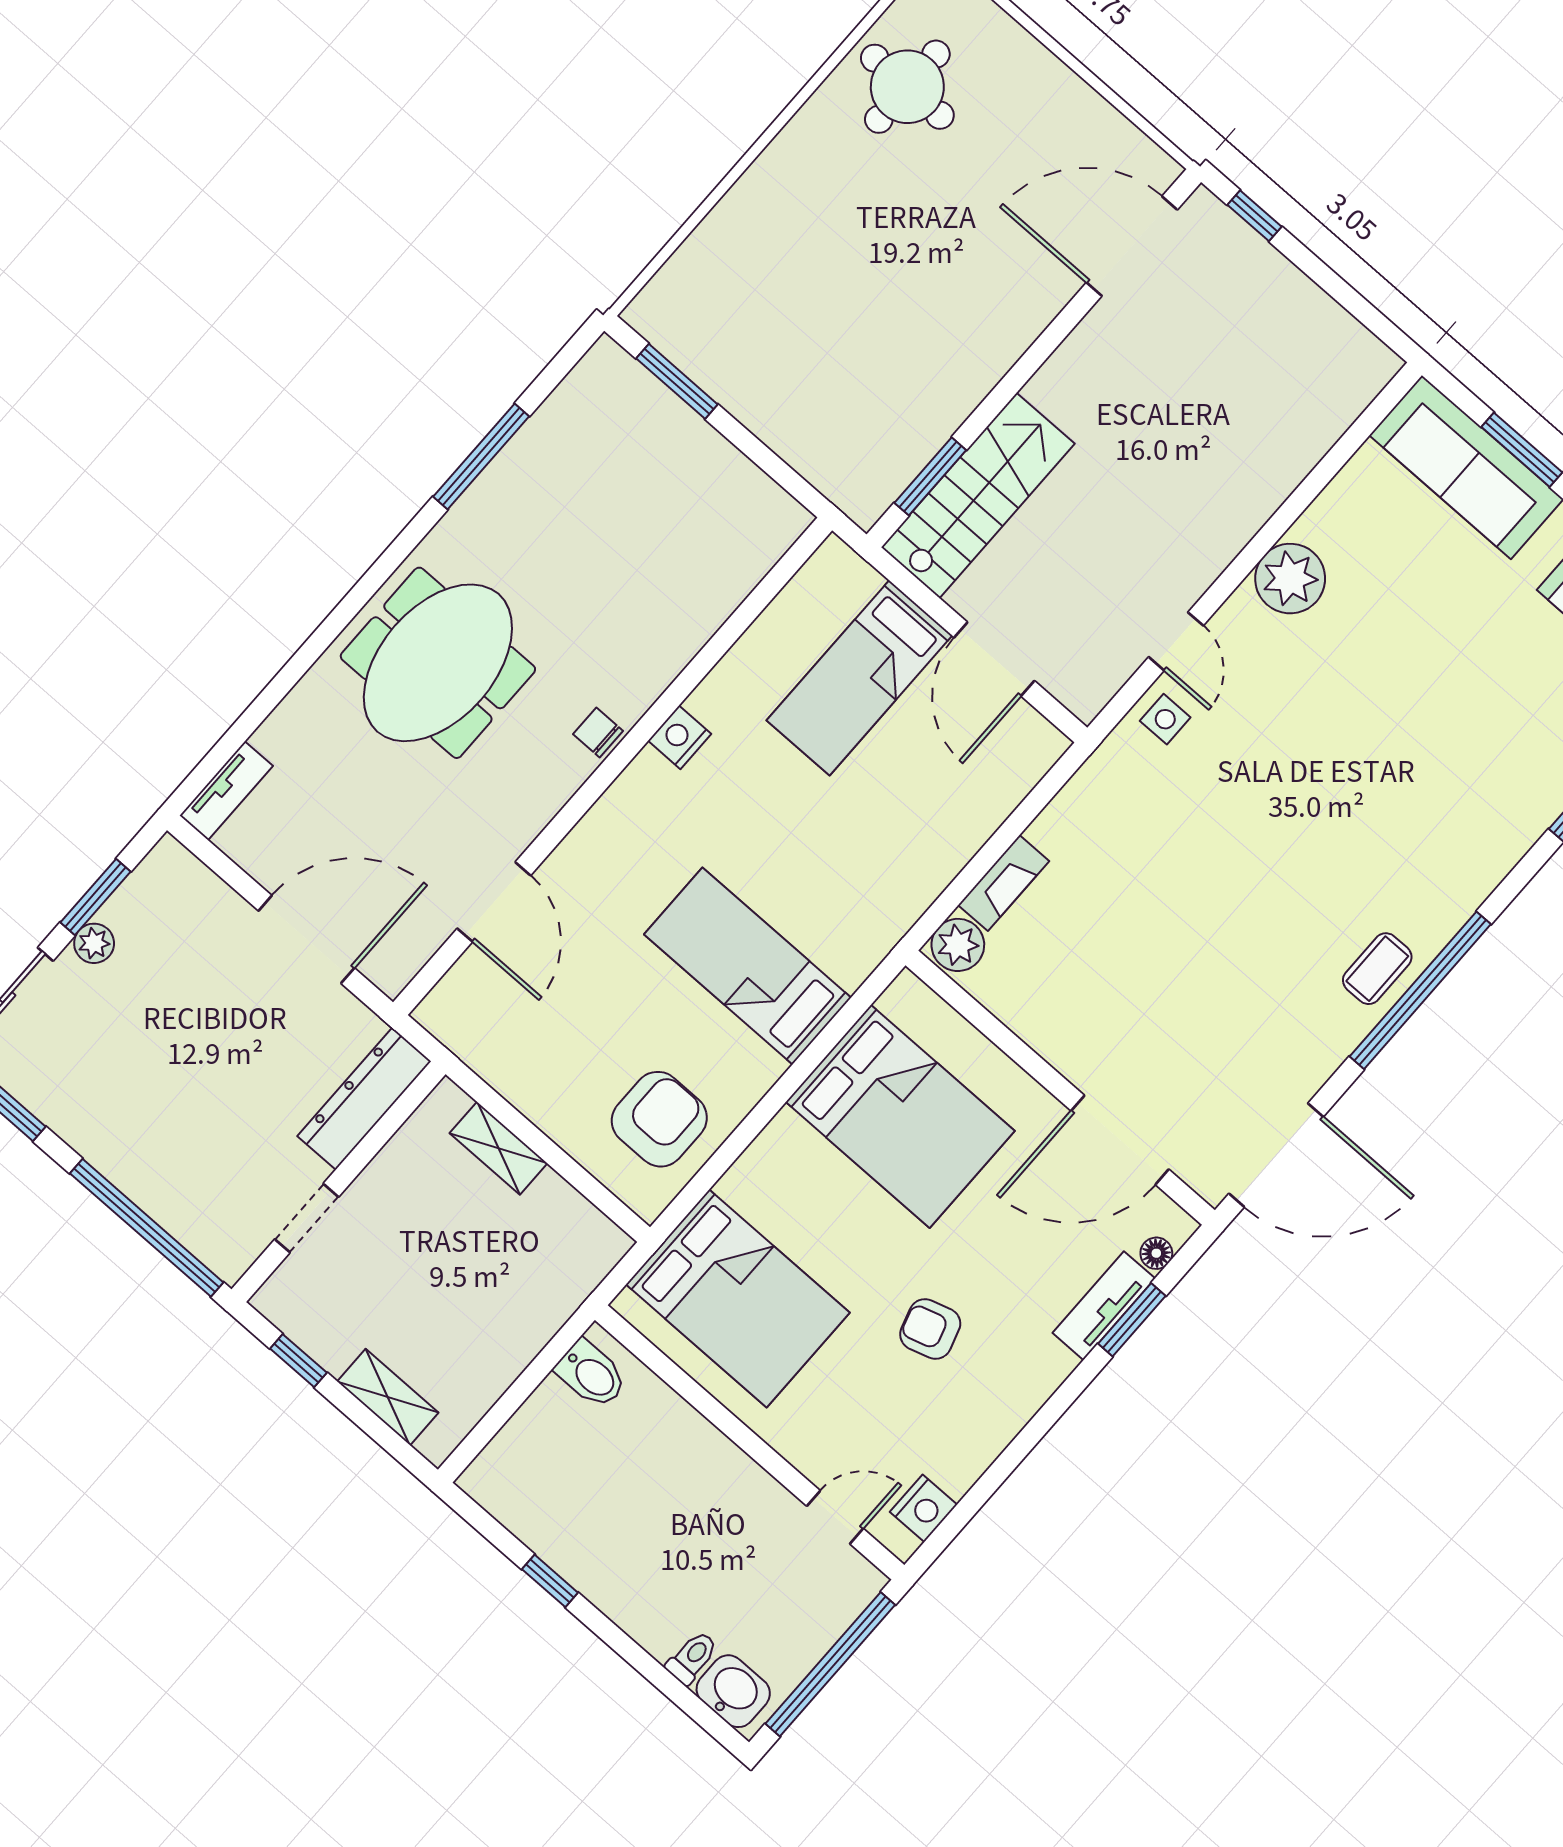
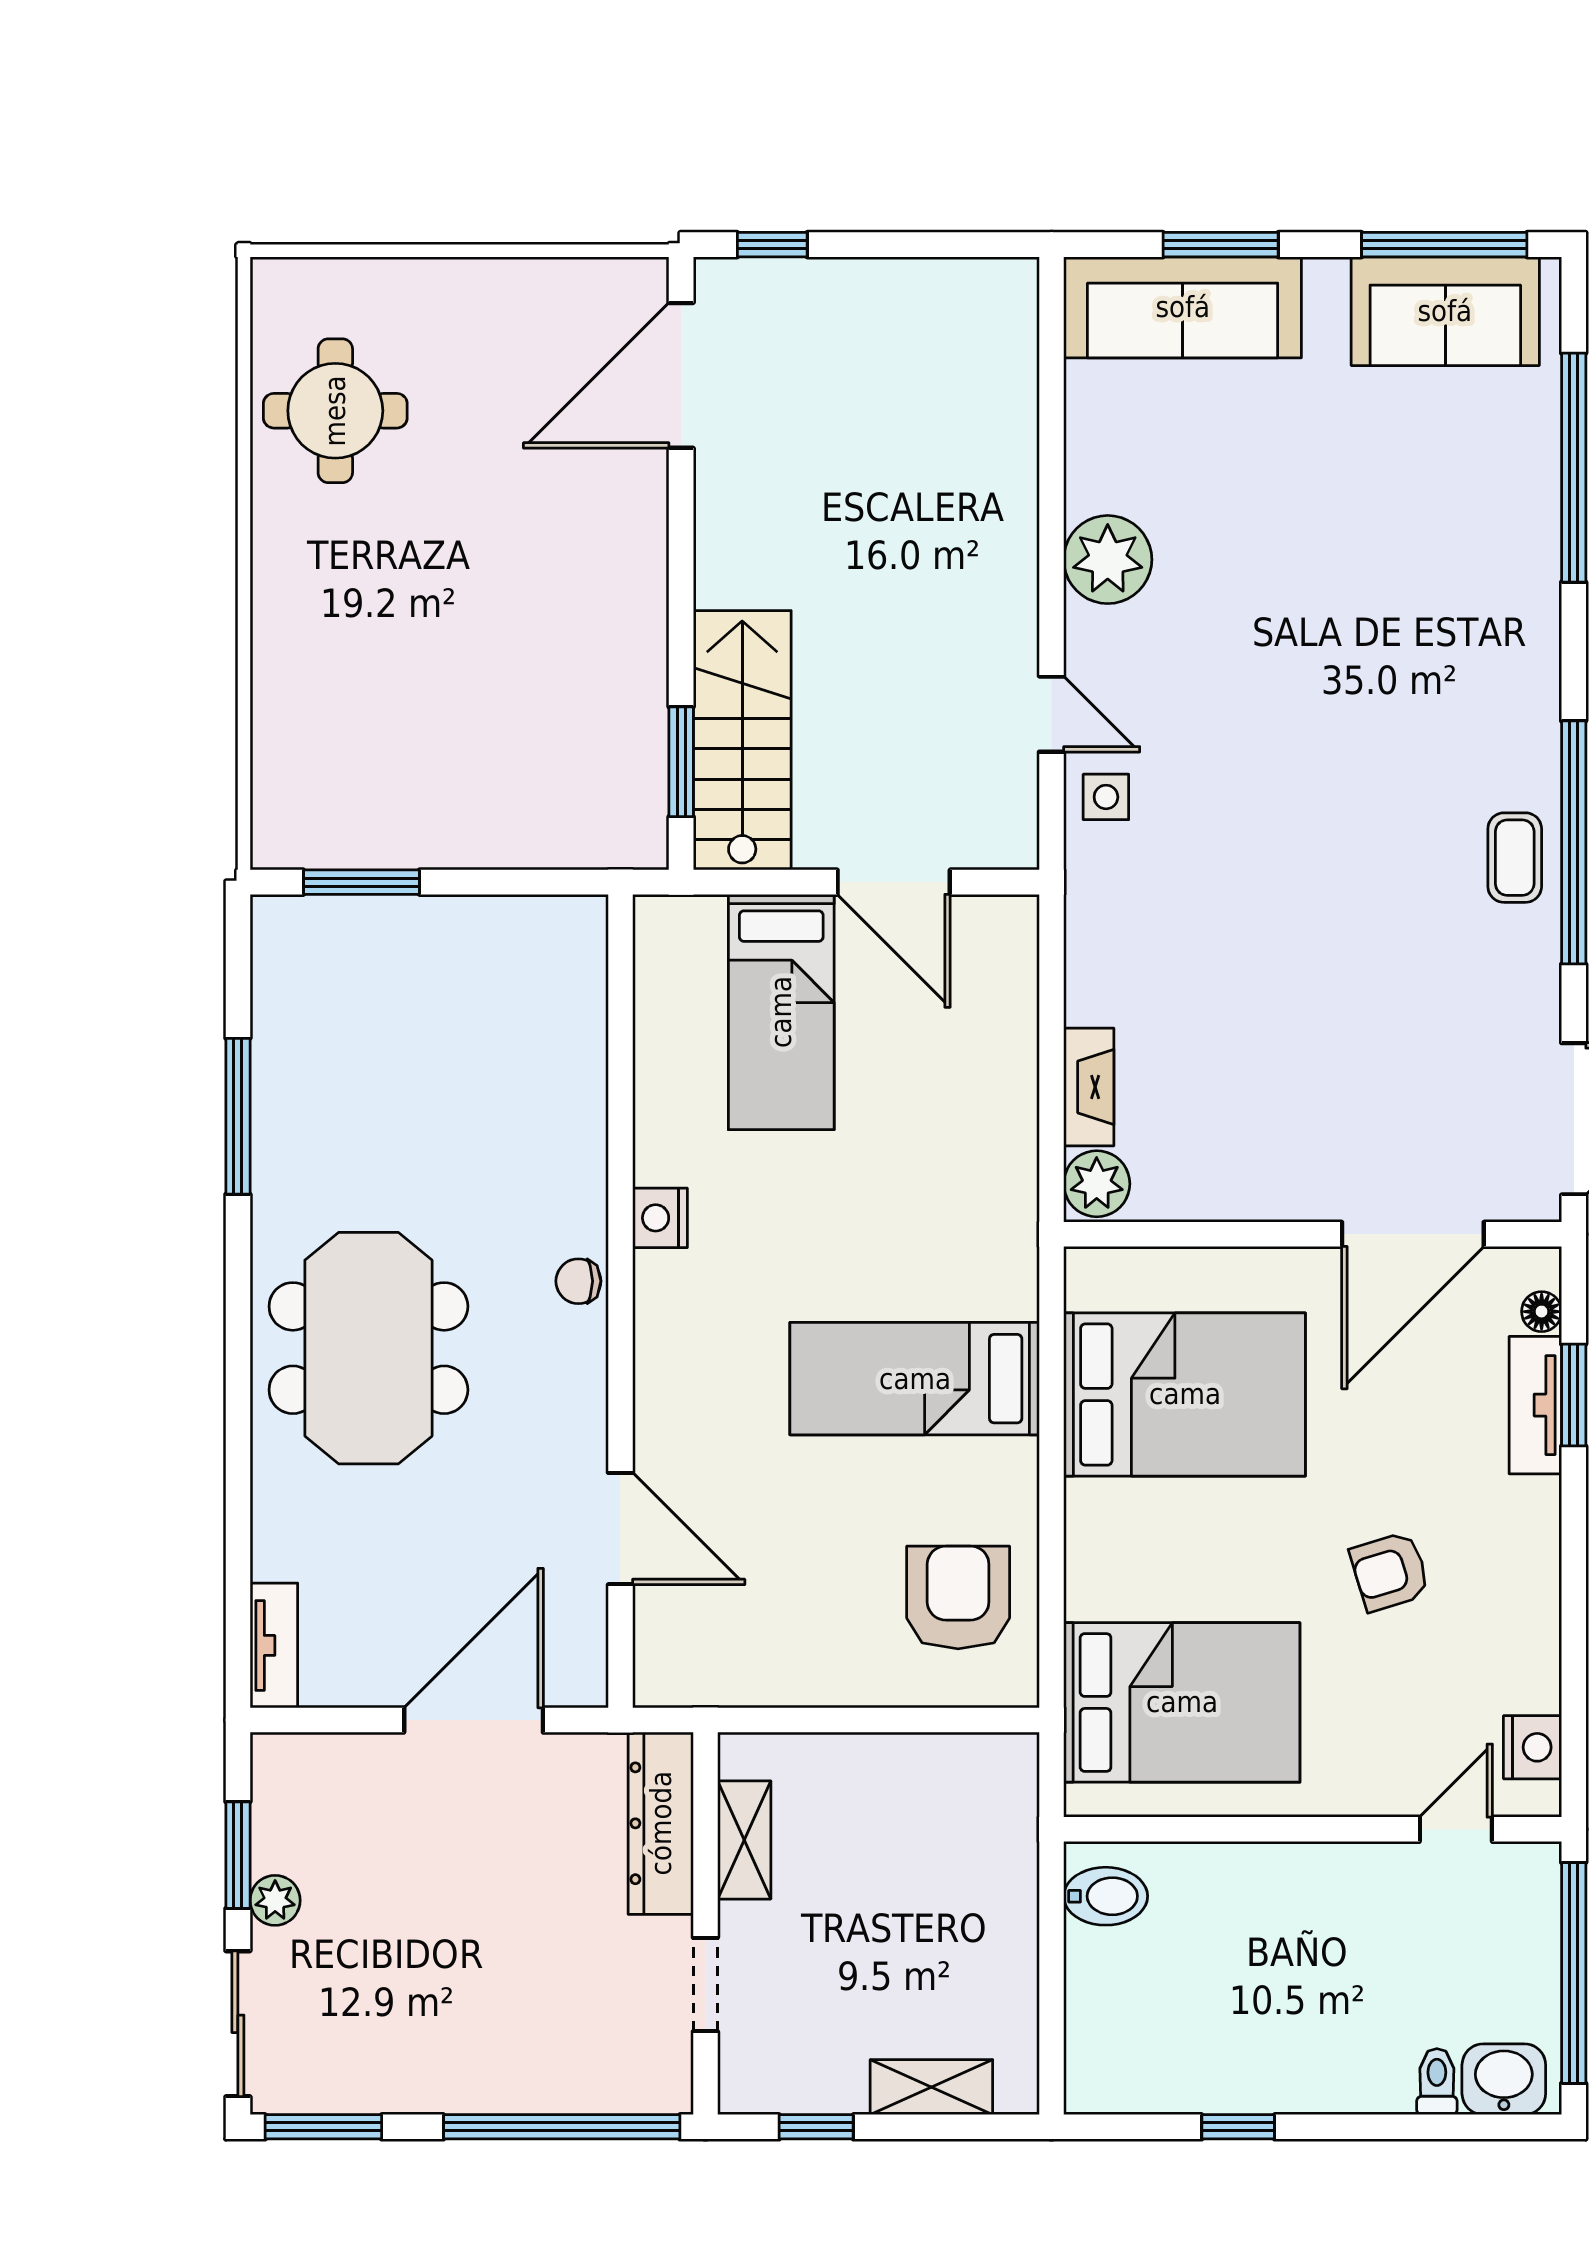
shelving: (498, 1148) -> (744, 1840), moved, turned 90

